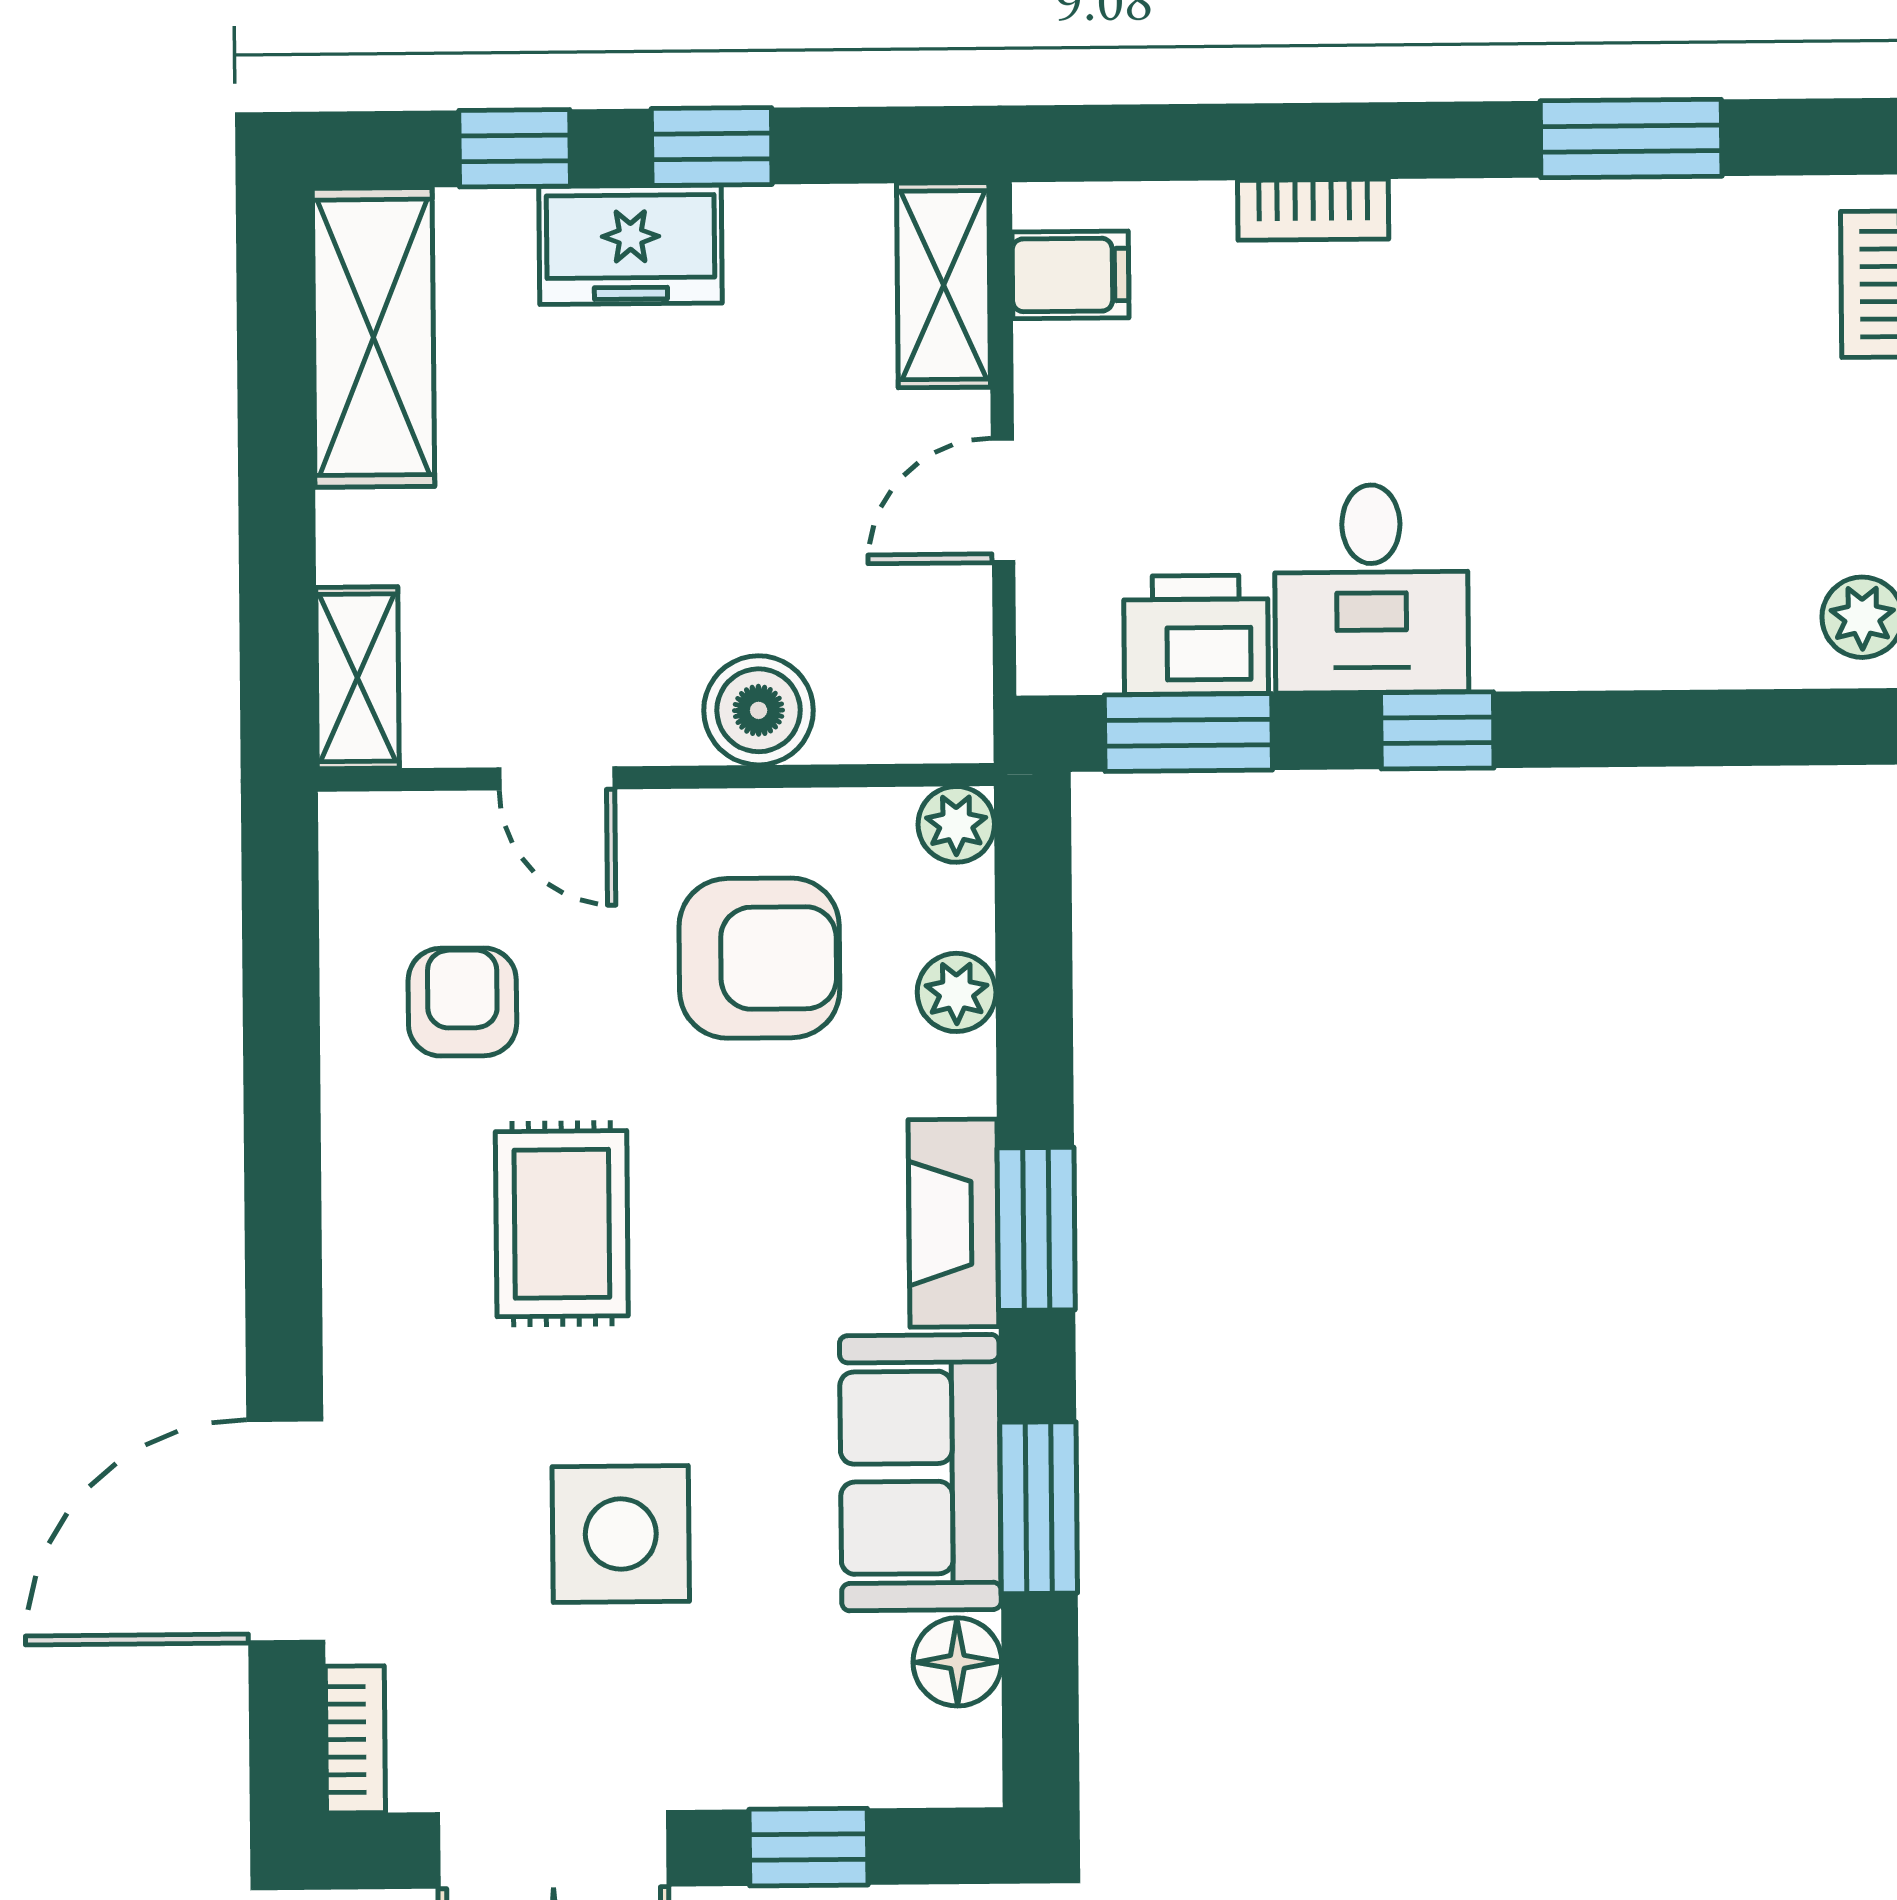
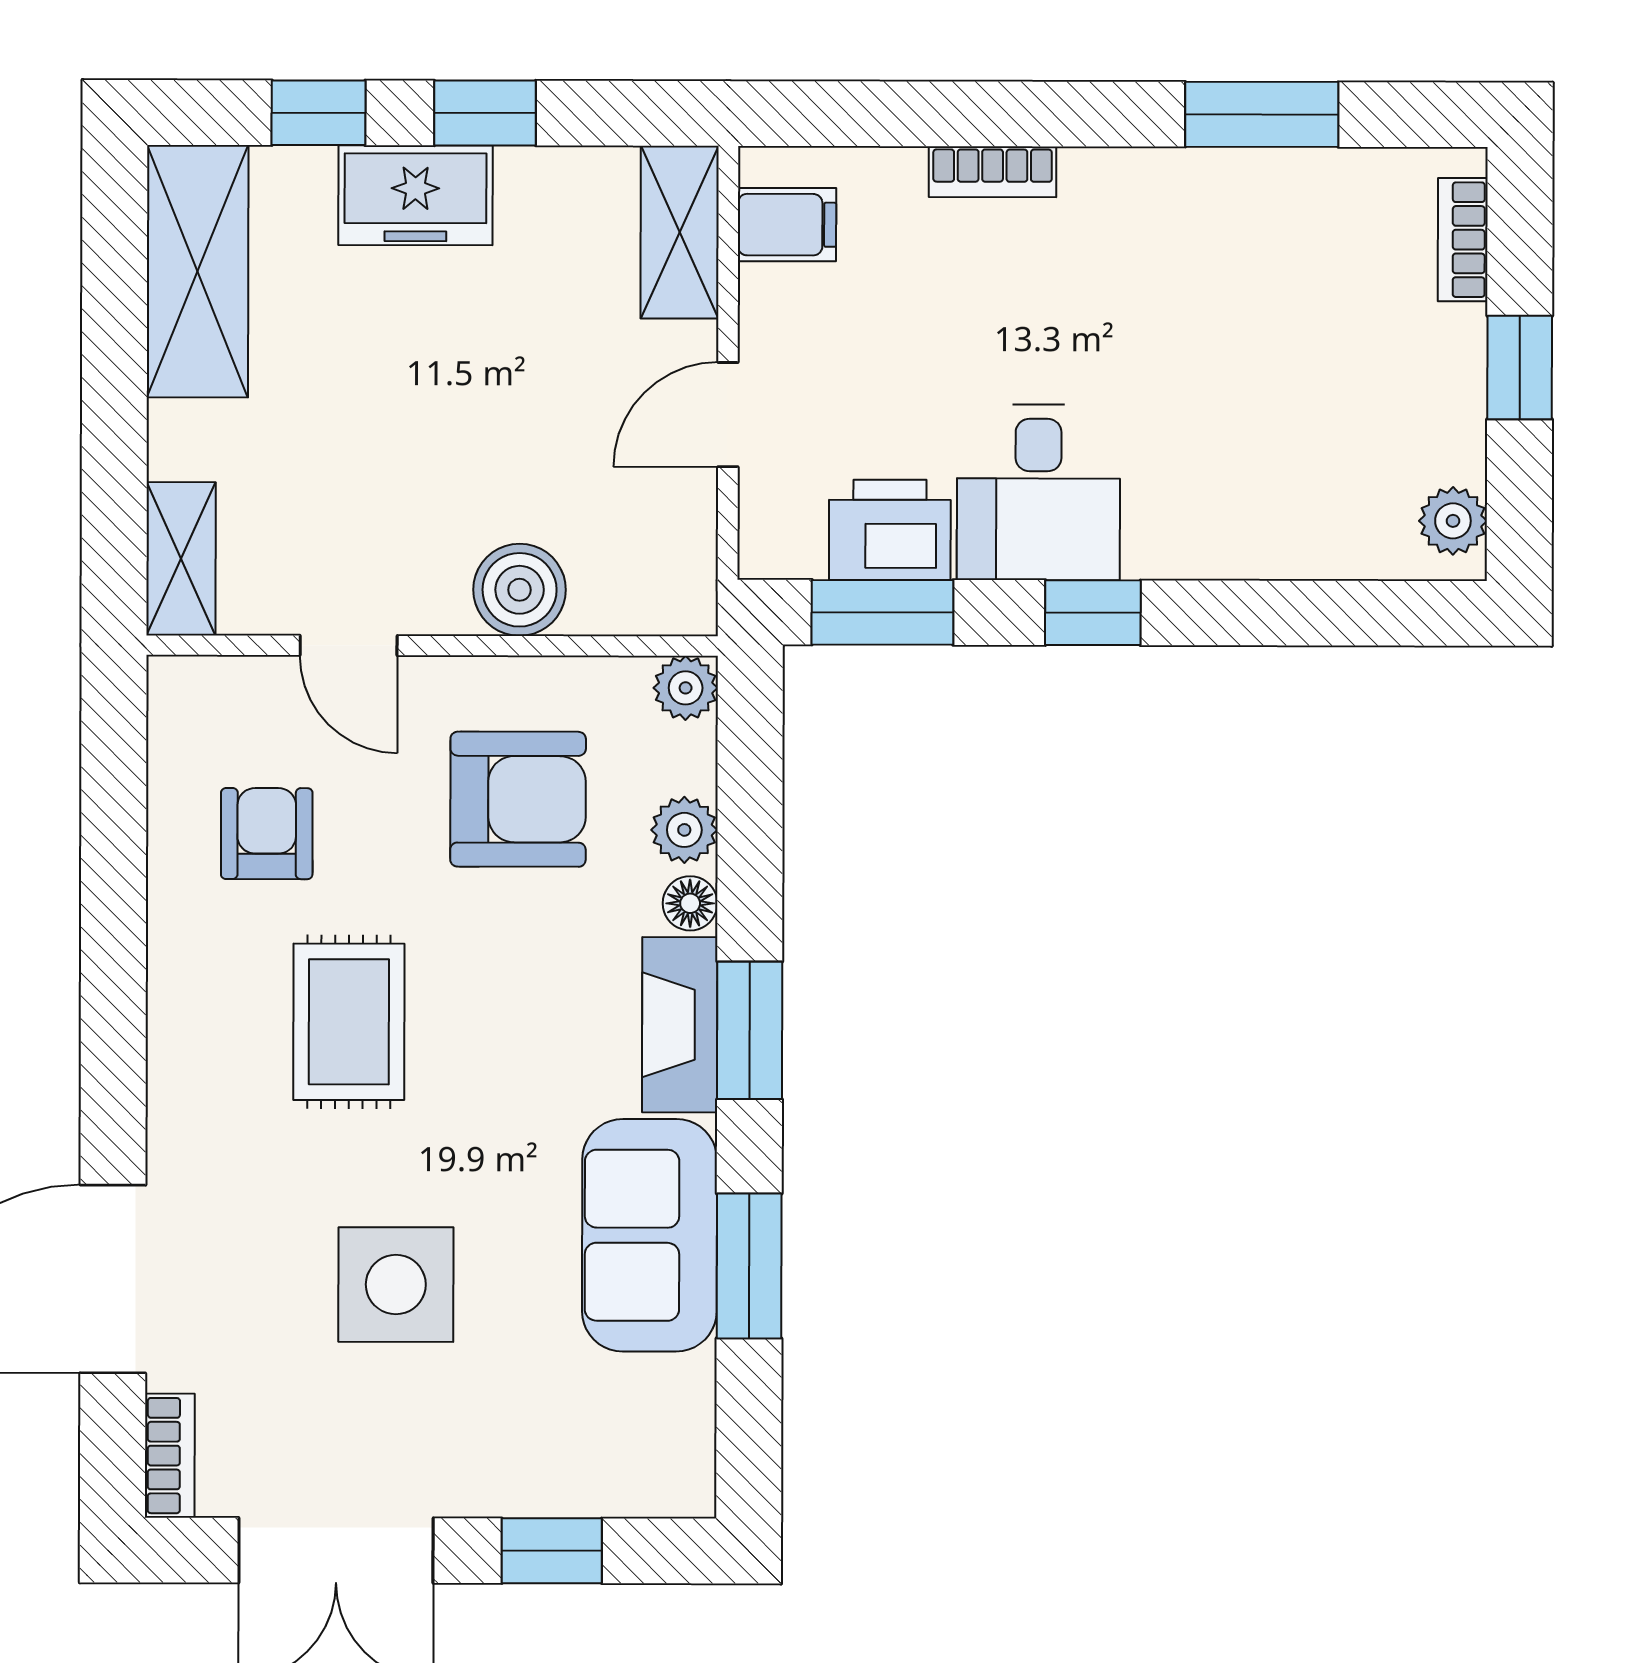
floor lamp: (957, 1662) -> (690, 903), moved, width x0.73, depth x0.73

